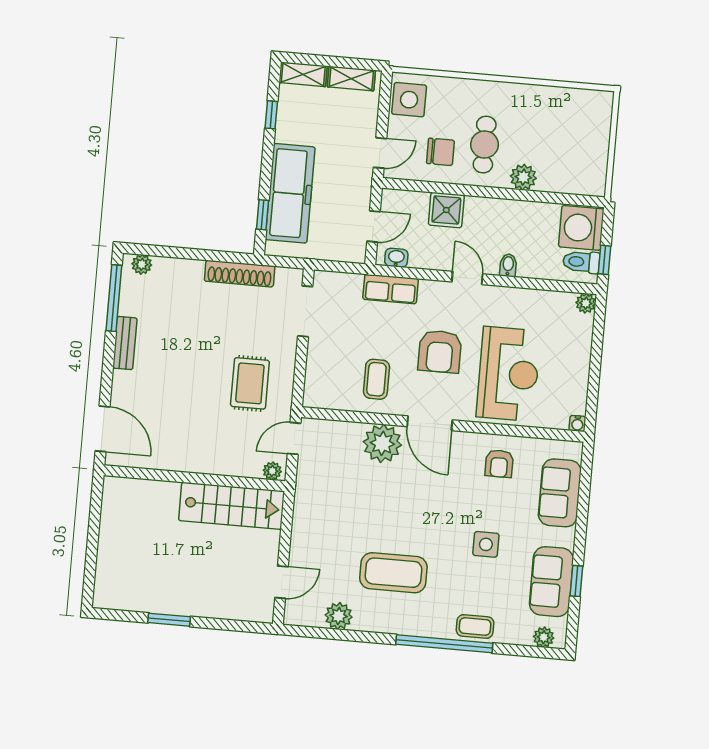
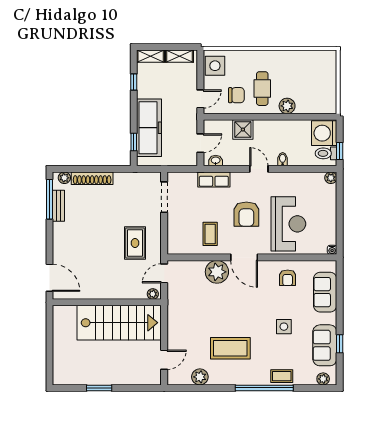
shoe rack: (240, 274) -> (92, 178), moved
bench: (125, 343) -> (58, 206), moved
stairs: (232, 506) -> (119, 323), width x1.36, depth x1.51

